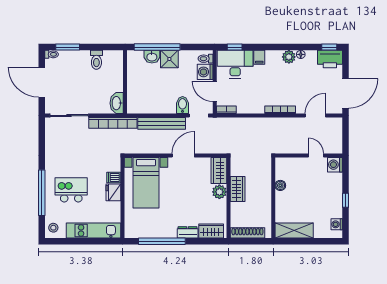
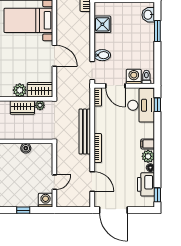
window: (157, 47) -> (157, 31), width x0.47
washbasin: (152, 57) -> (148, 15), moved
filing cabinet: (259, 57) -> (148, 144), moved
shower: (169, 59) -> (102, 24), moved
printer: (330, 59) -> (146, 184), moved
door: (215, 91) -> (115, 86), swing flipped
bench: (162, 123) -> (85, 131), moved
plant: (235, 170) -> (40, 105), added
window: (345, 200) -> (23, 210), moved

